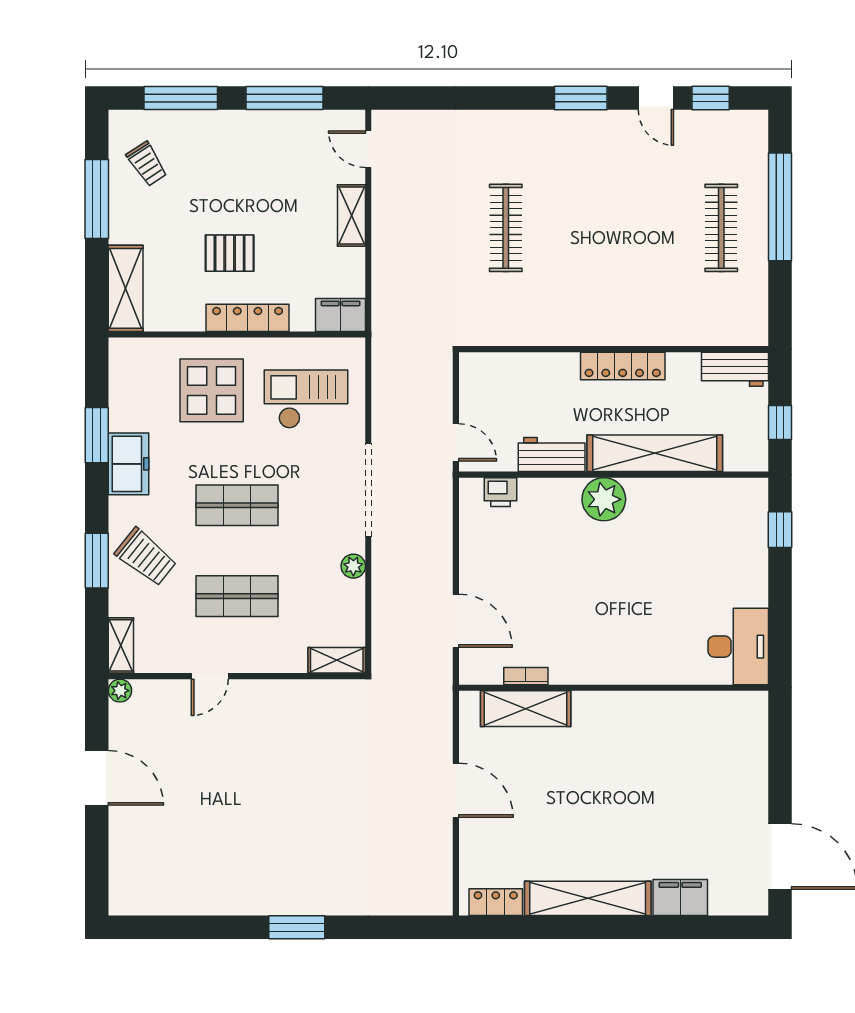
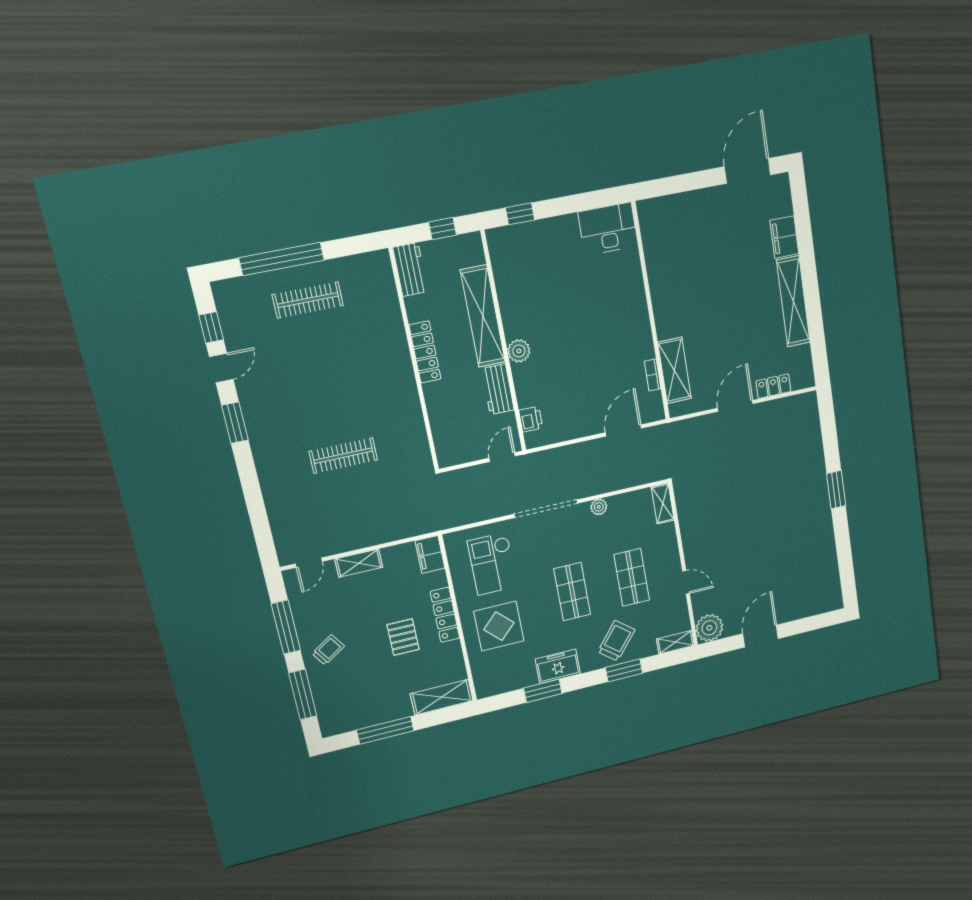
trolley: (147, 164) -> (328, 650), moved
plant: (604, 499) -> (519, 351), width x0.73, depth x0.73
plant: (120, 691) -> (709, 628), width x1.87, depth x1.87
locker: (496, 902) -> (773, 386), moved, turned 90

